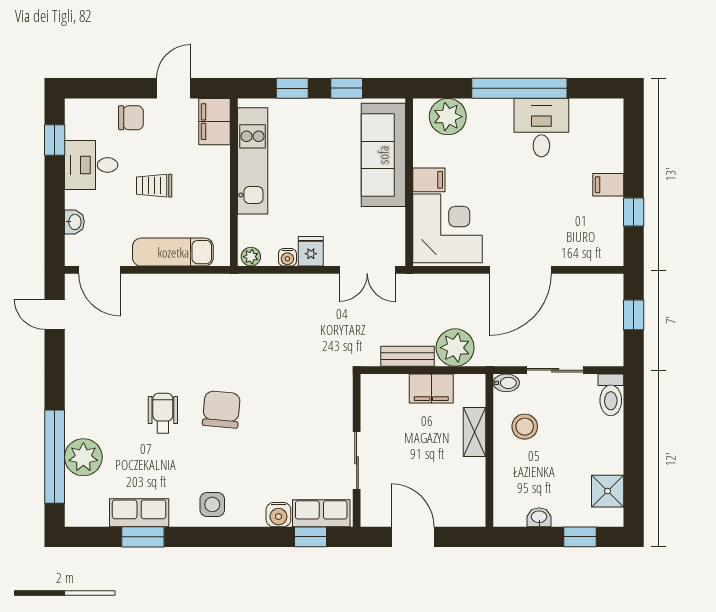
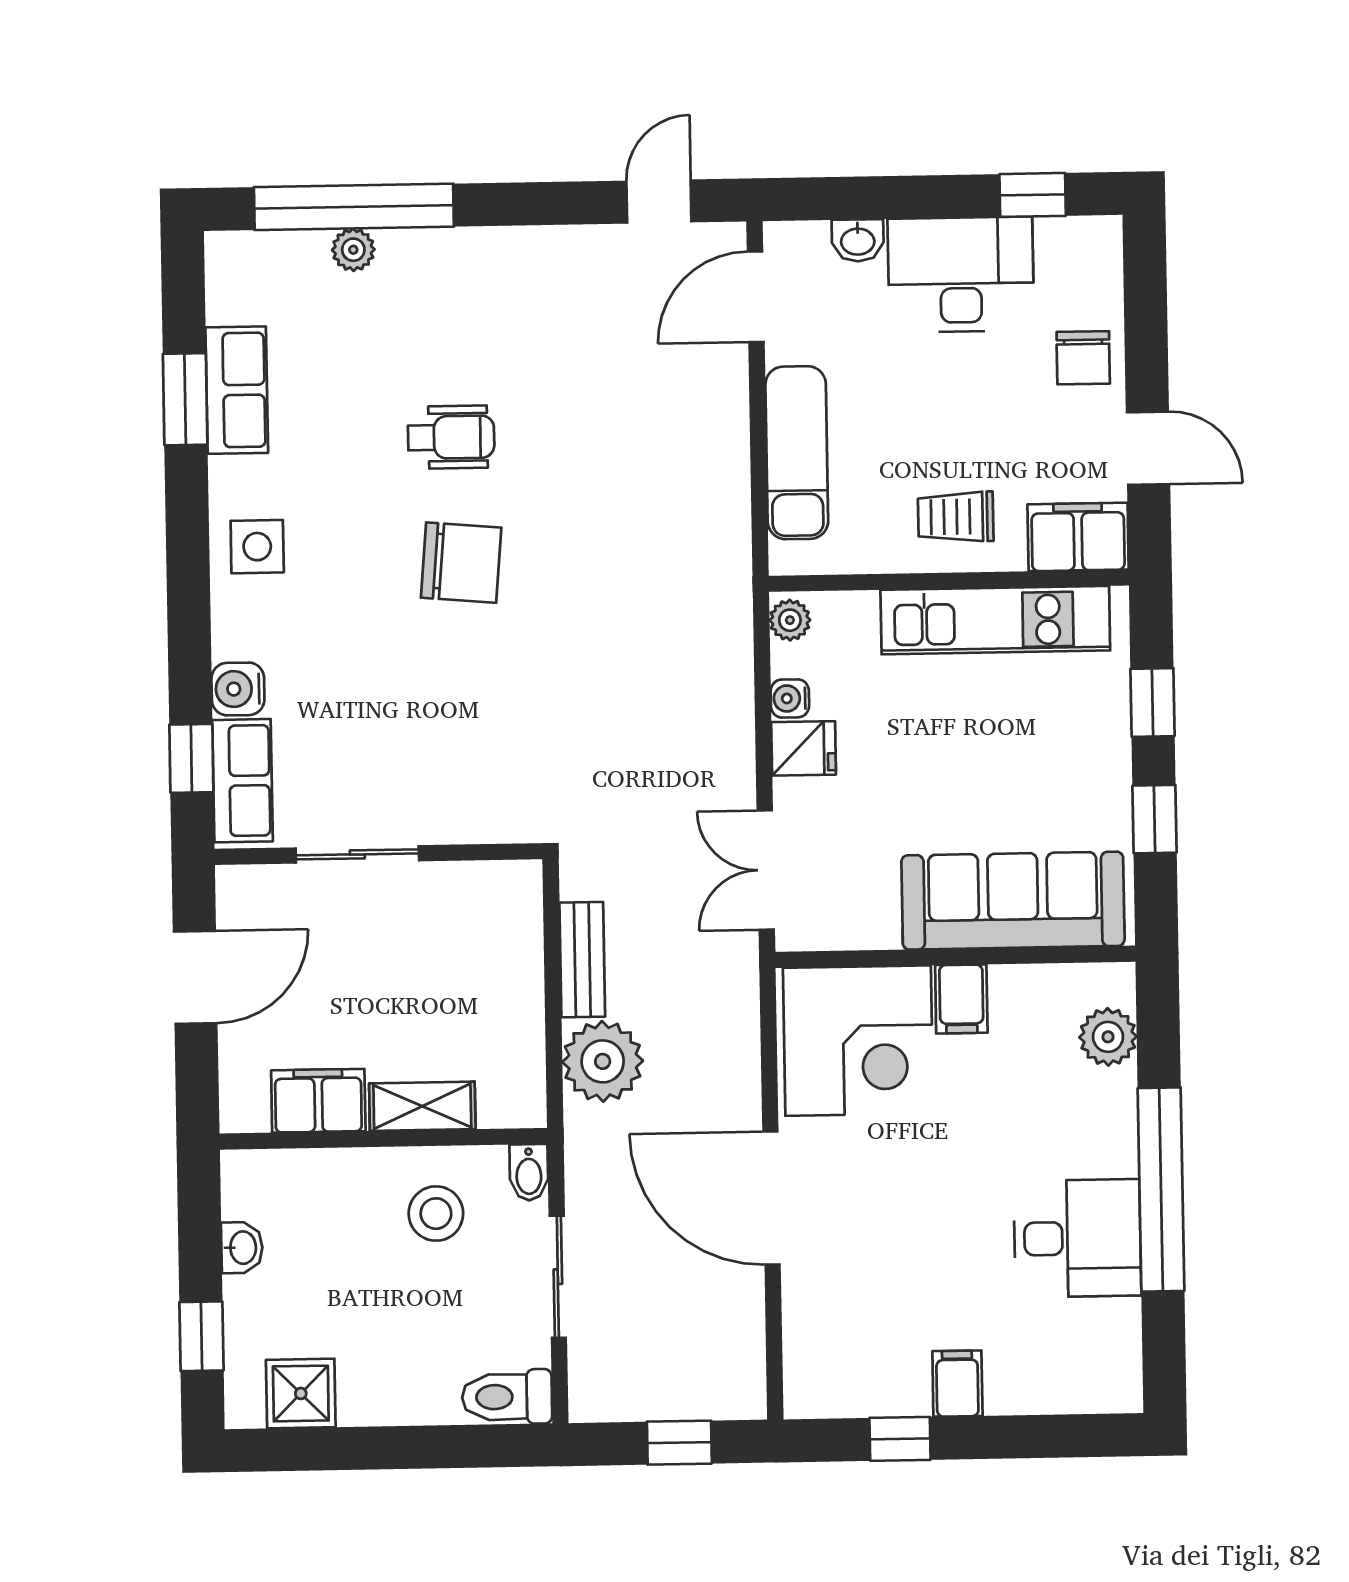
plant: (448, 117) -> (1108, 1037), width x0.73, depth x0.73
desk: (91, 165) -> (961, 275), width x1.37
trolley: (154, 186) -> (956, 517), moved, turned -90
filing cabinet: (431, 388) -> (318, 1101), moved, turned 90
plant: (83, 457) -> (353, 250), width x0.53, depth x0.53

